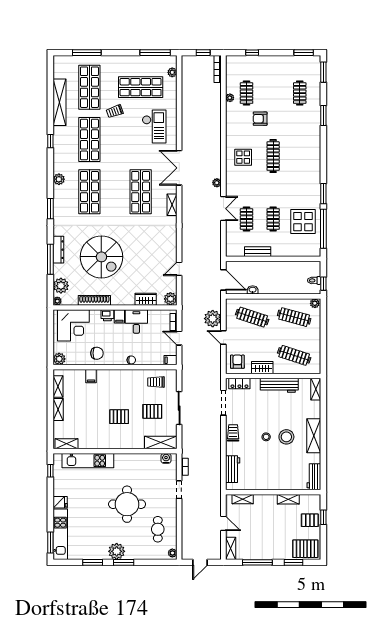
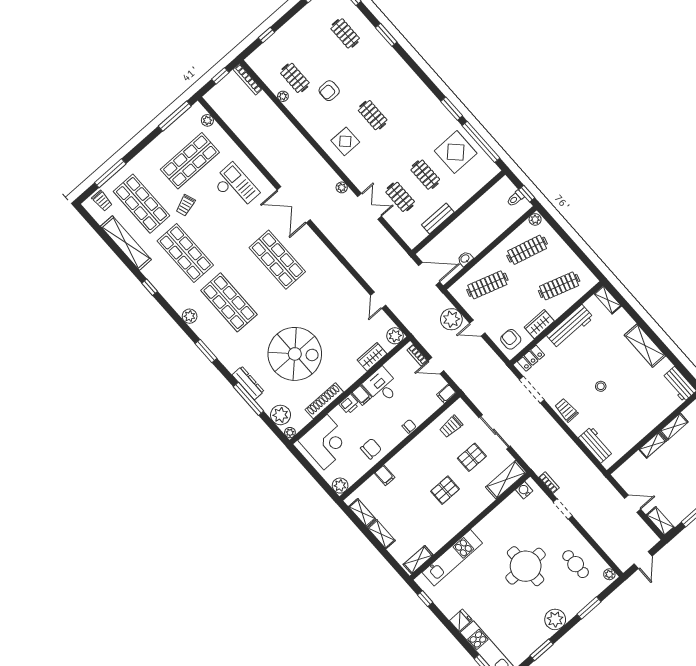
trolley: (68, 65) -> (102, 201), added
clothes rail: (273, 156) -> (373, 115), width x0.73
shelving: (172, 205) -> (318, 246), removed
stool: (286, 437) -> (620, 369), removed
shelving: (243, 499) -> (653, 445), moved
window: (124, 562) -> (589, 608), moved

